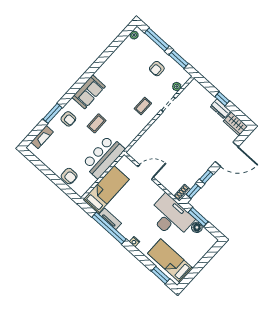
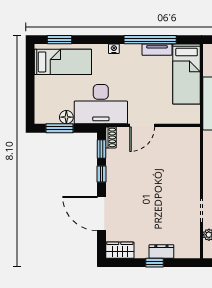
dresser: (220, 109) -> (161, 251), moved
door: (227, 154) -> (101, 213), hinge flipped
door: (146, 172) -> (142, 125), moved
window: (198, 217) -> (60, 128), moved

